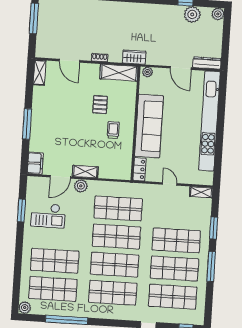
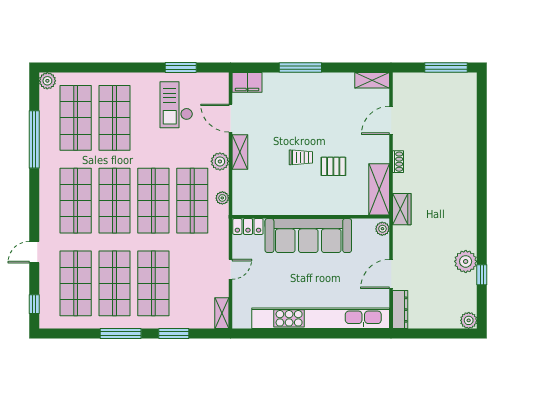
plant: (192, 14) -> (466, 261), moved
trolley: (113, 130) -> (301, 157), moved
plant: (81, 186) -> (220, 161), moved
plant: (118, 187) -> (222, 198), added

